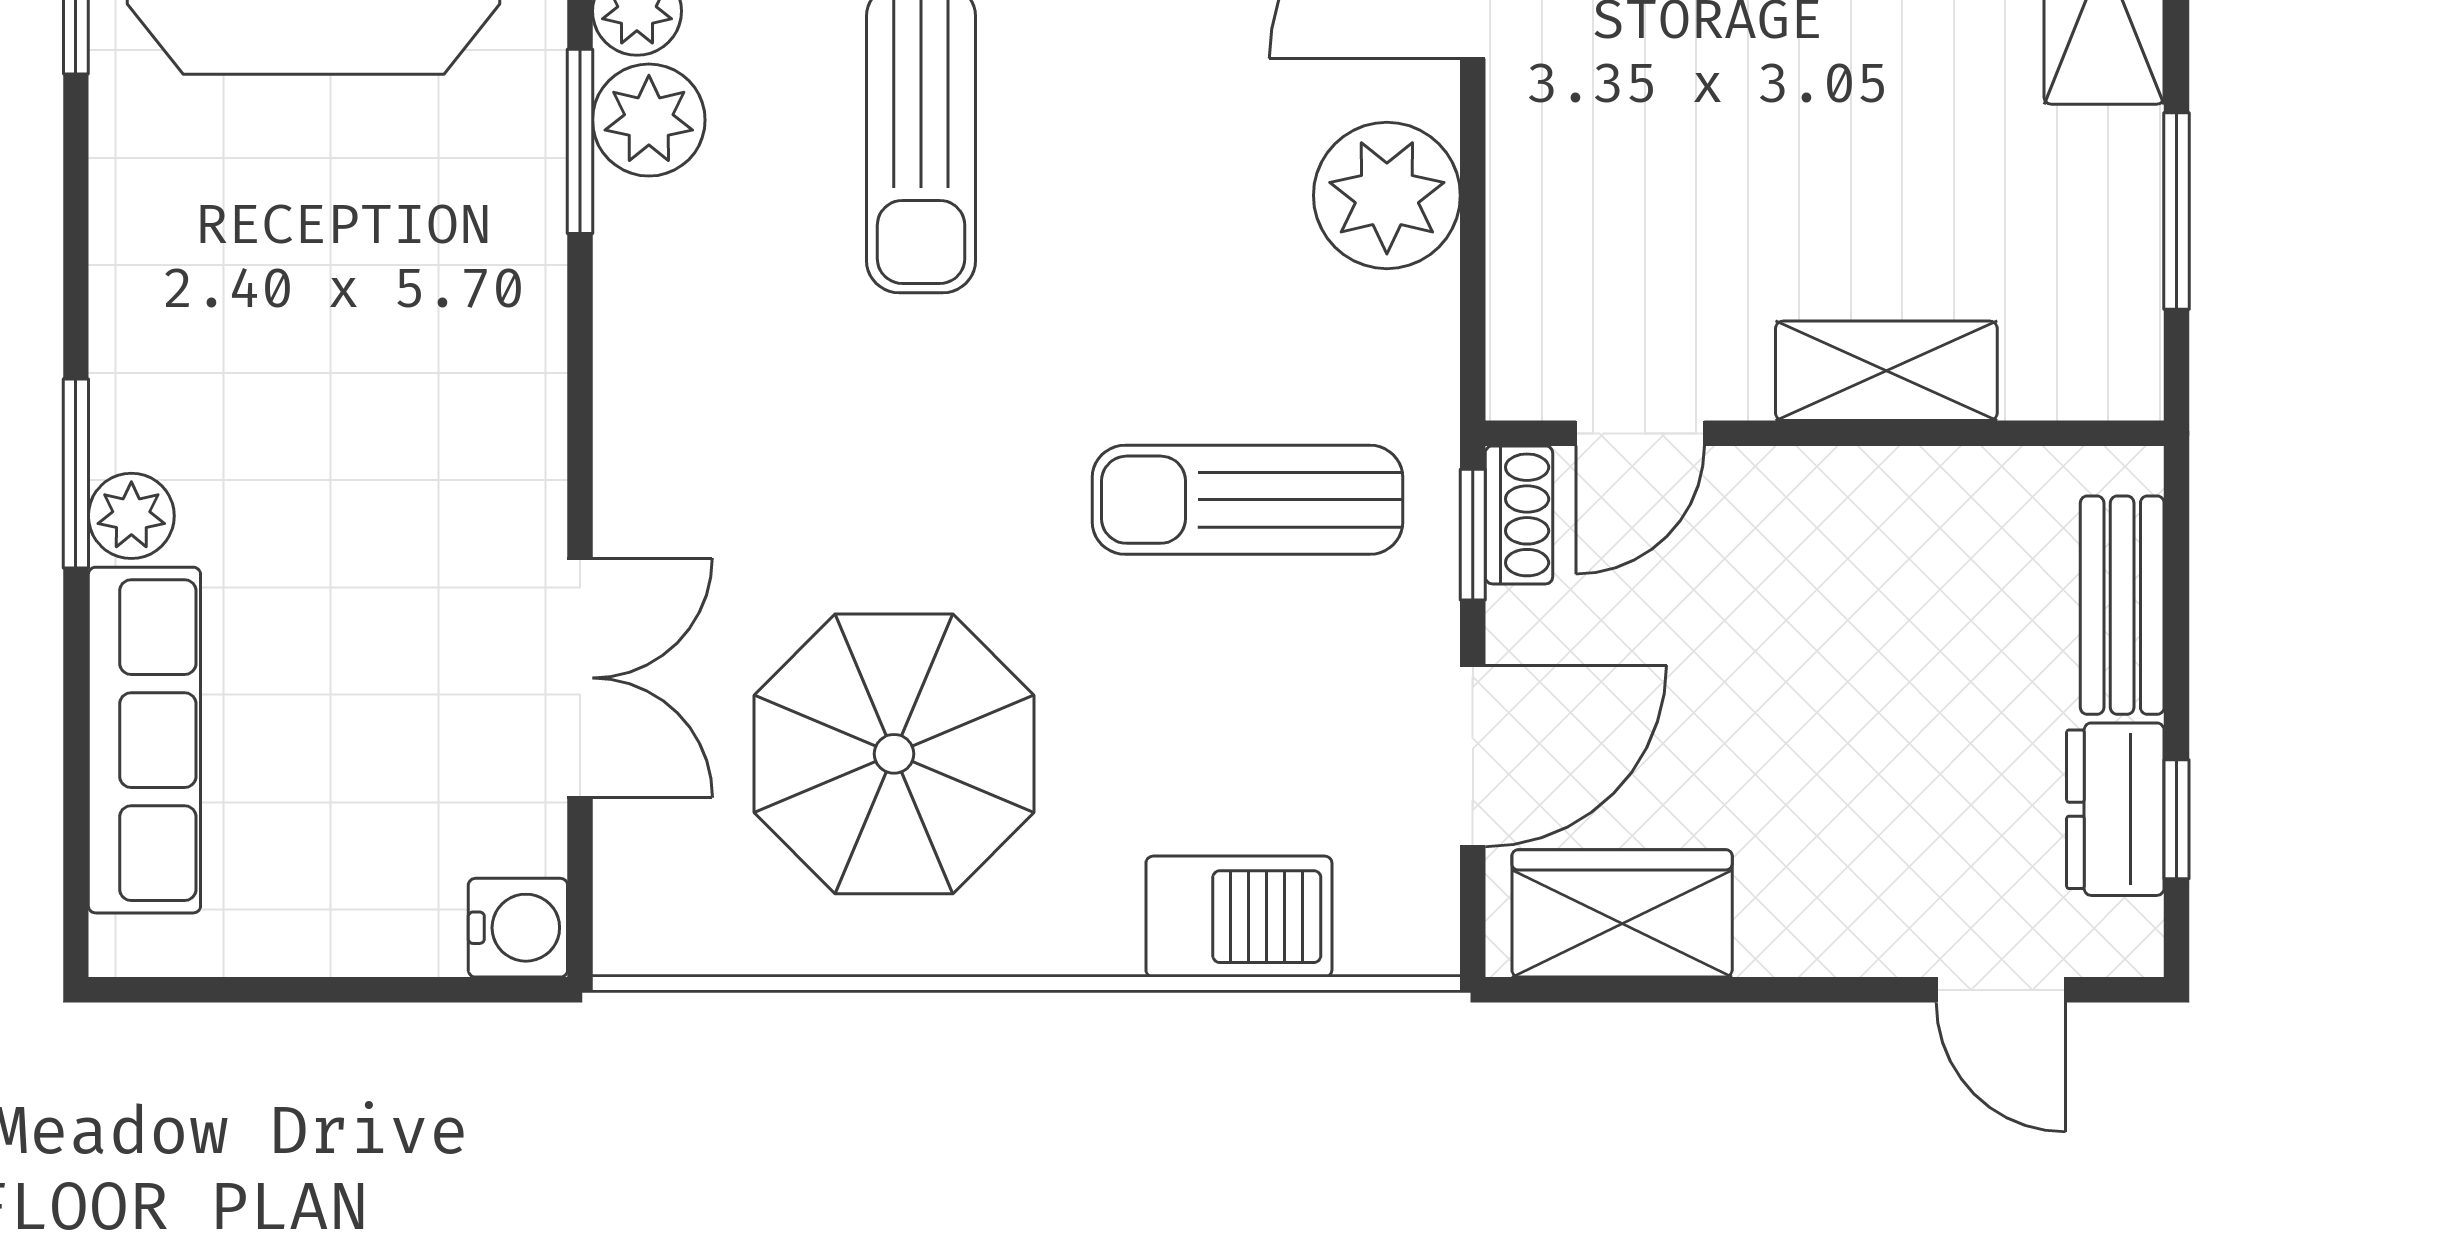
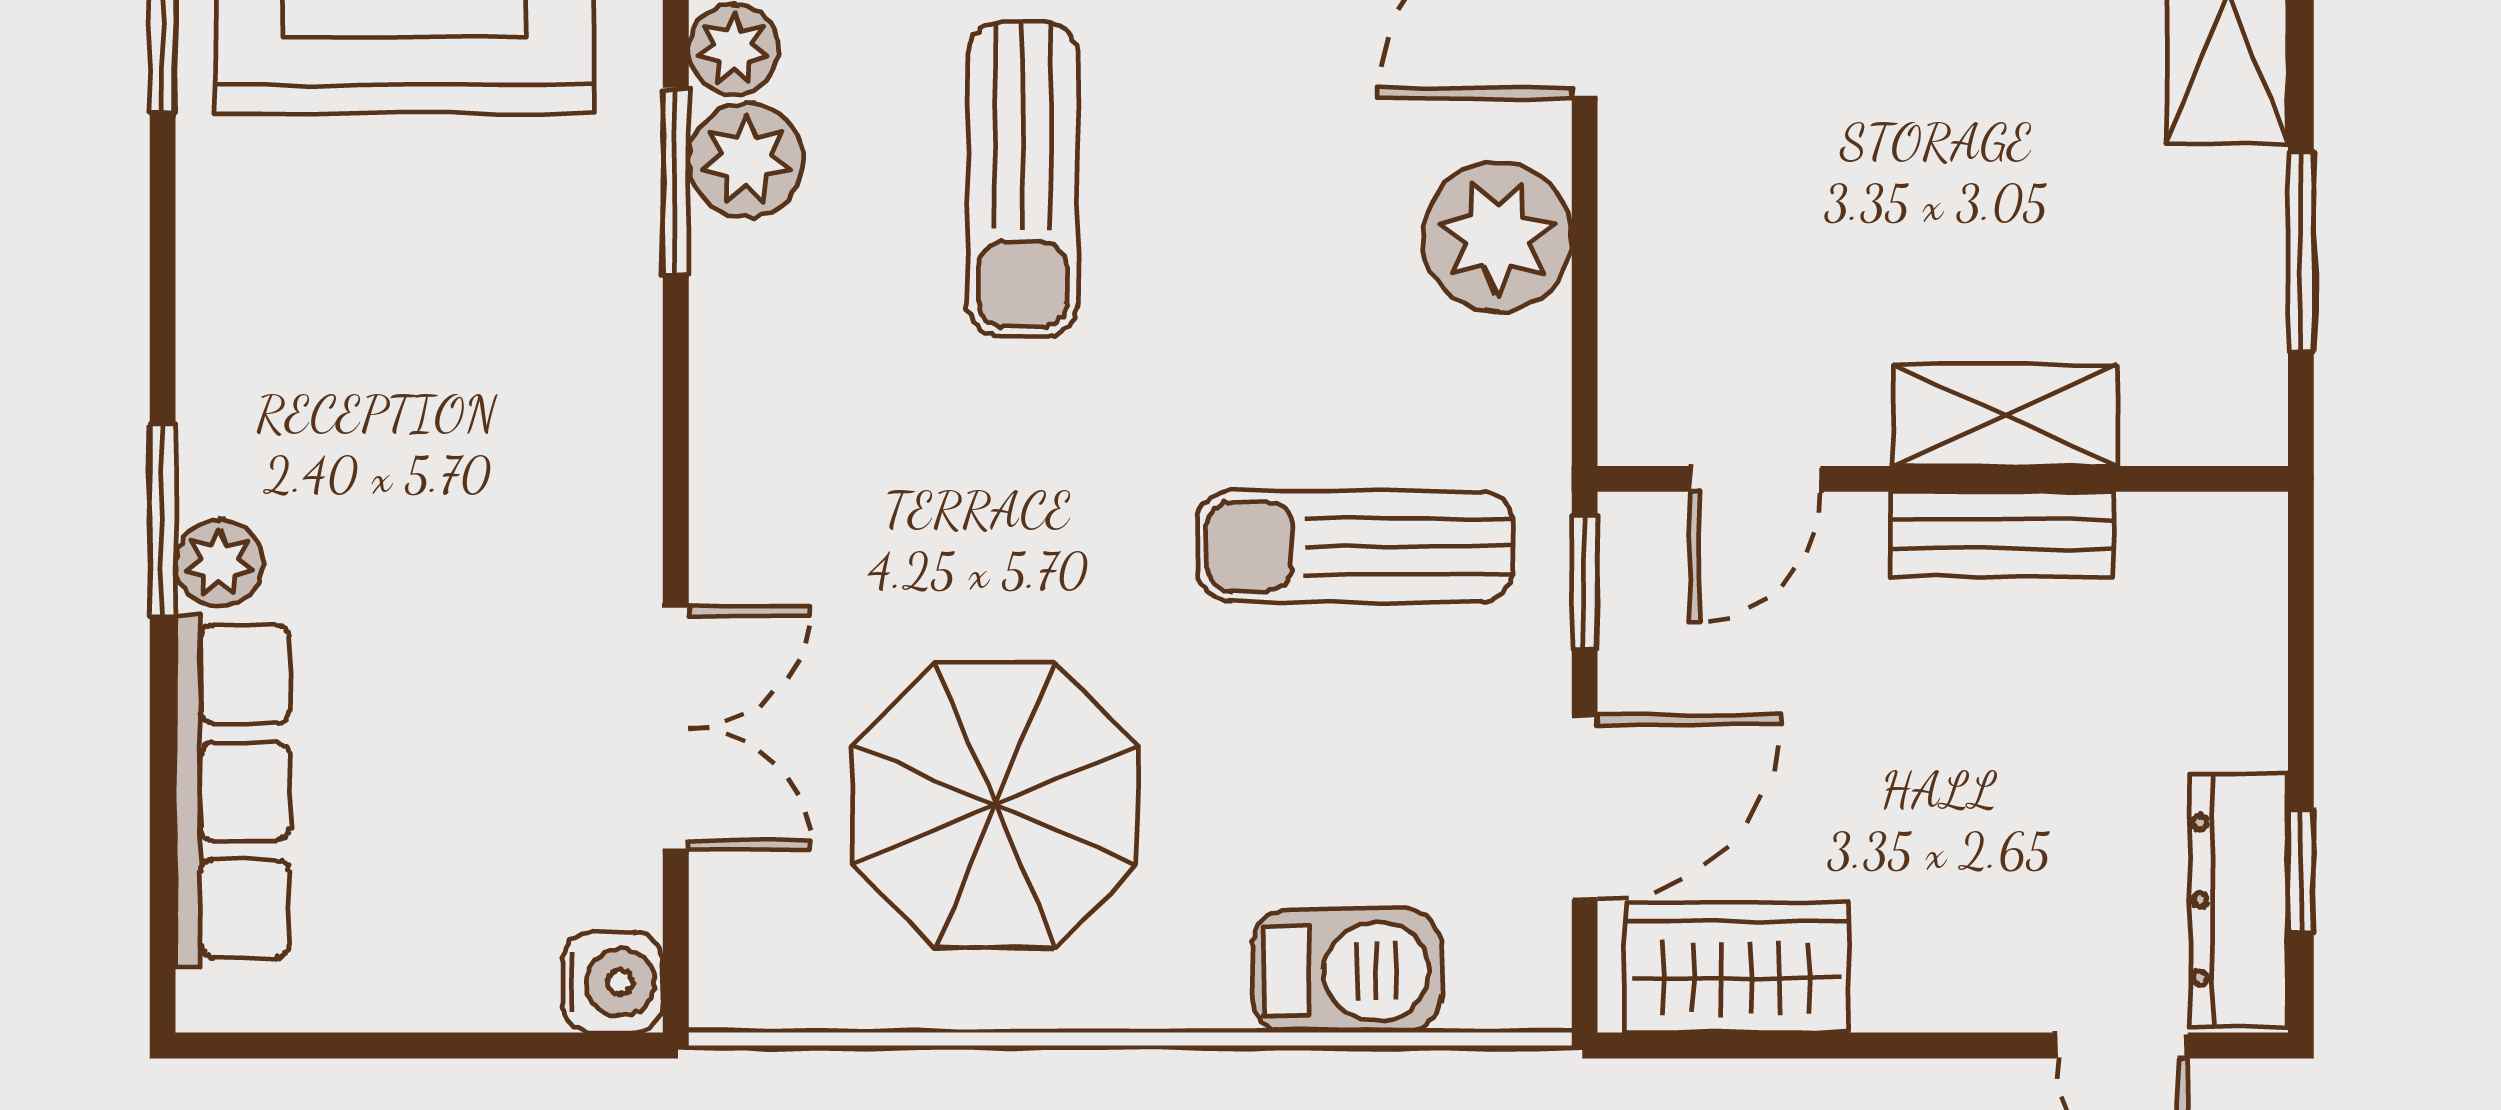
shoe rack: (1519, 515) -> (1632, 562), removed
bench: (2122, 605) -> (2002, 534), moved, turned 90
dresser: (2115, 809) -> (2239, 900), width x1.44

